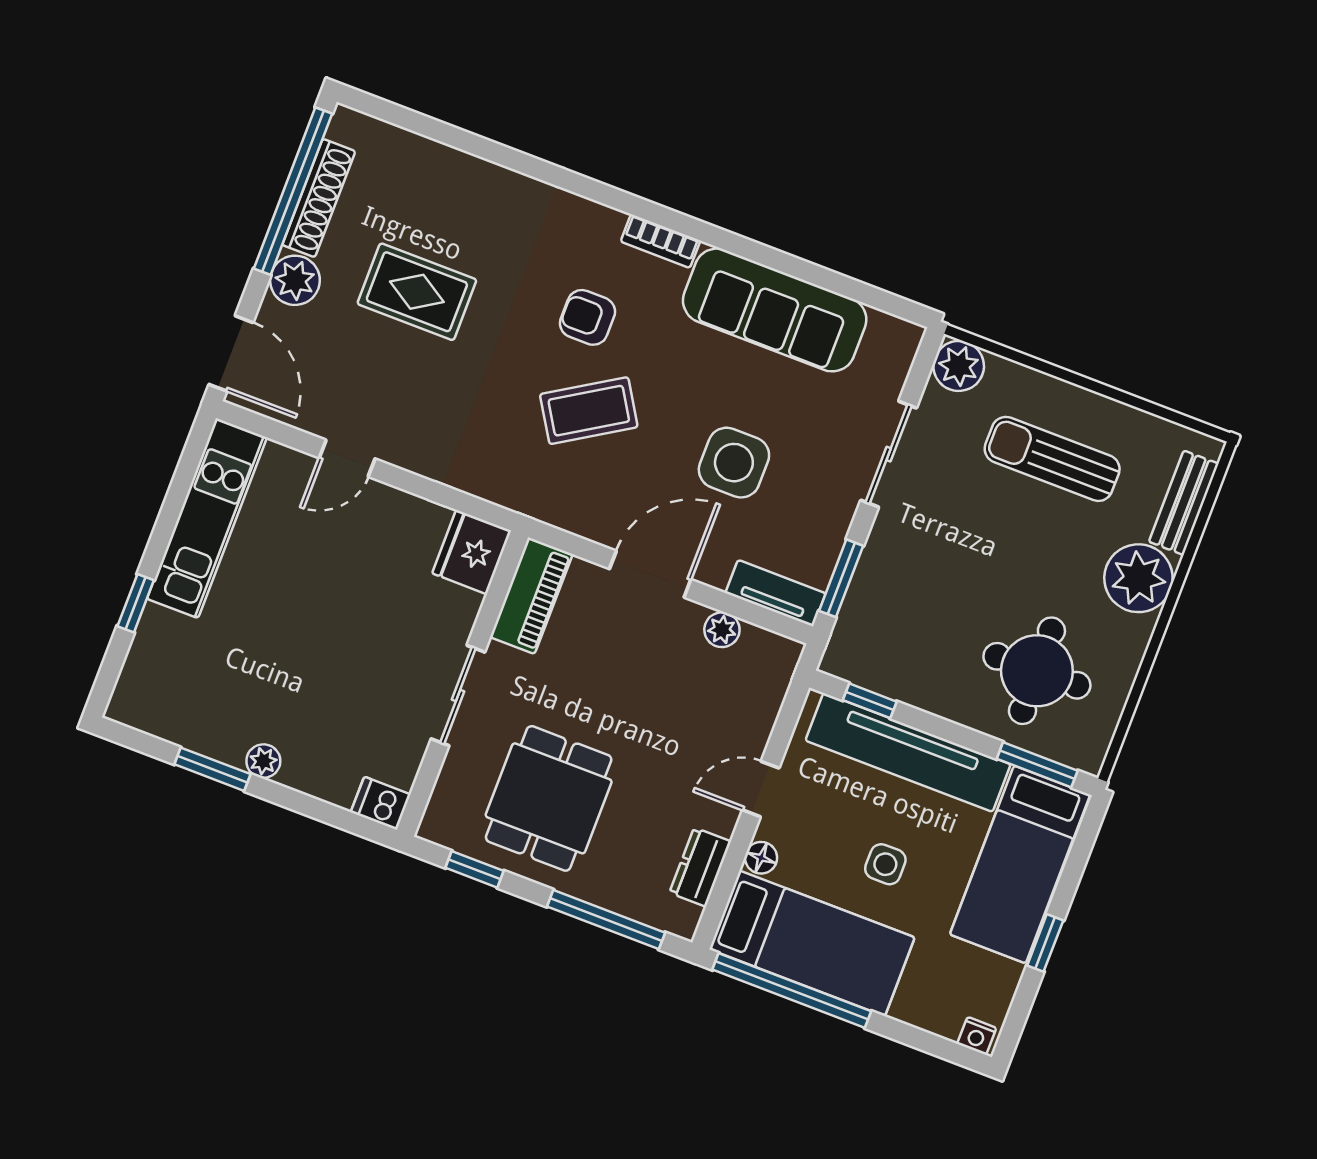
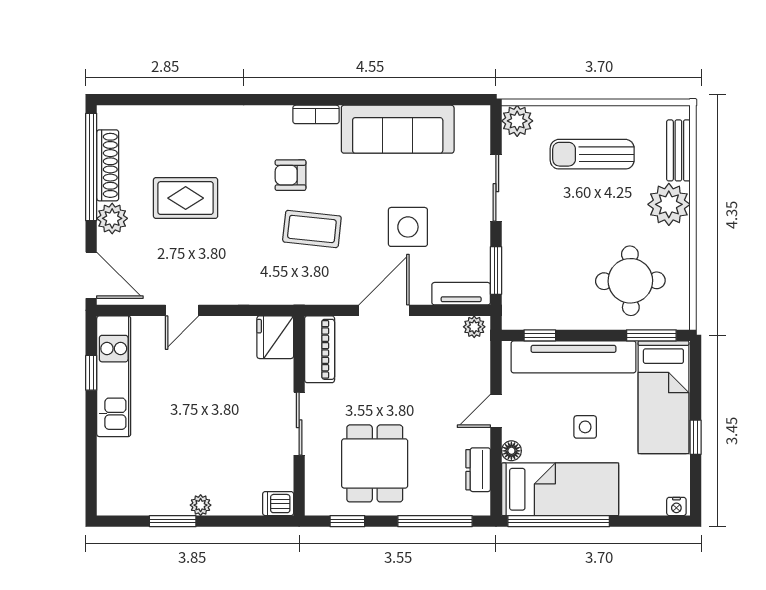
coffee table: (589, 411) -> (312, 229), turned 38
window: (136, 603) -> (91, 373), moved
plant: (722, 630) -> (474, 327), moved

